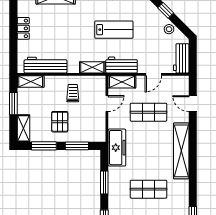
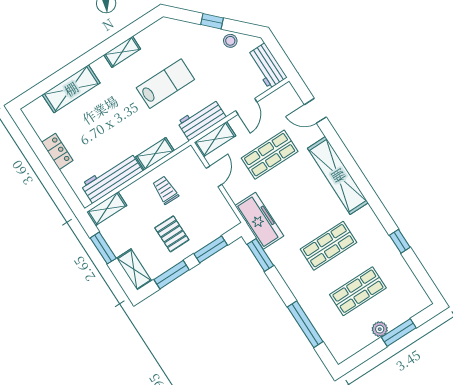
shelving: (92, 67) -> (155, 154), moved
window: (104, 182) -> (260, 255), moved

